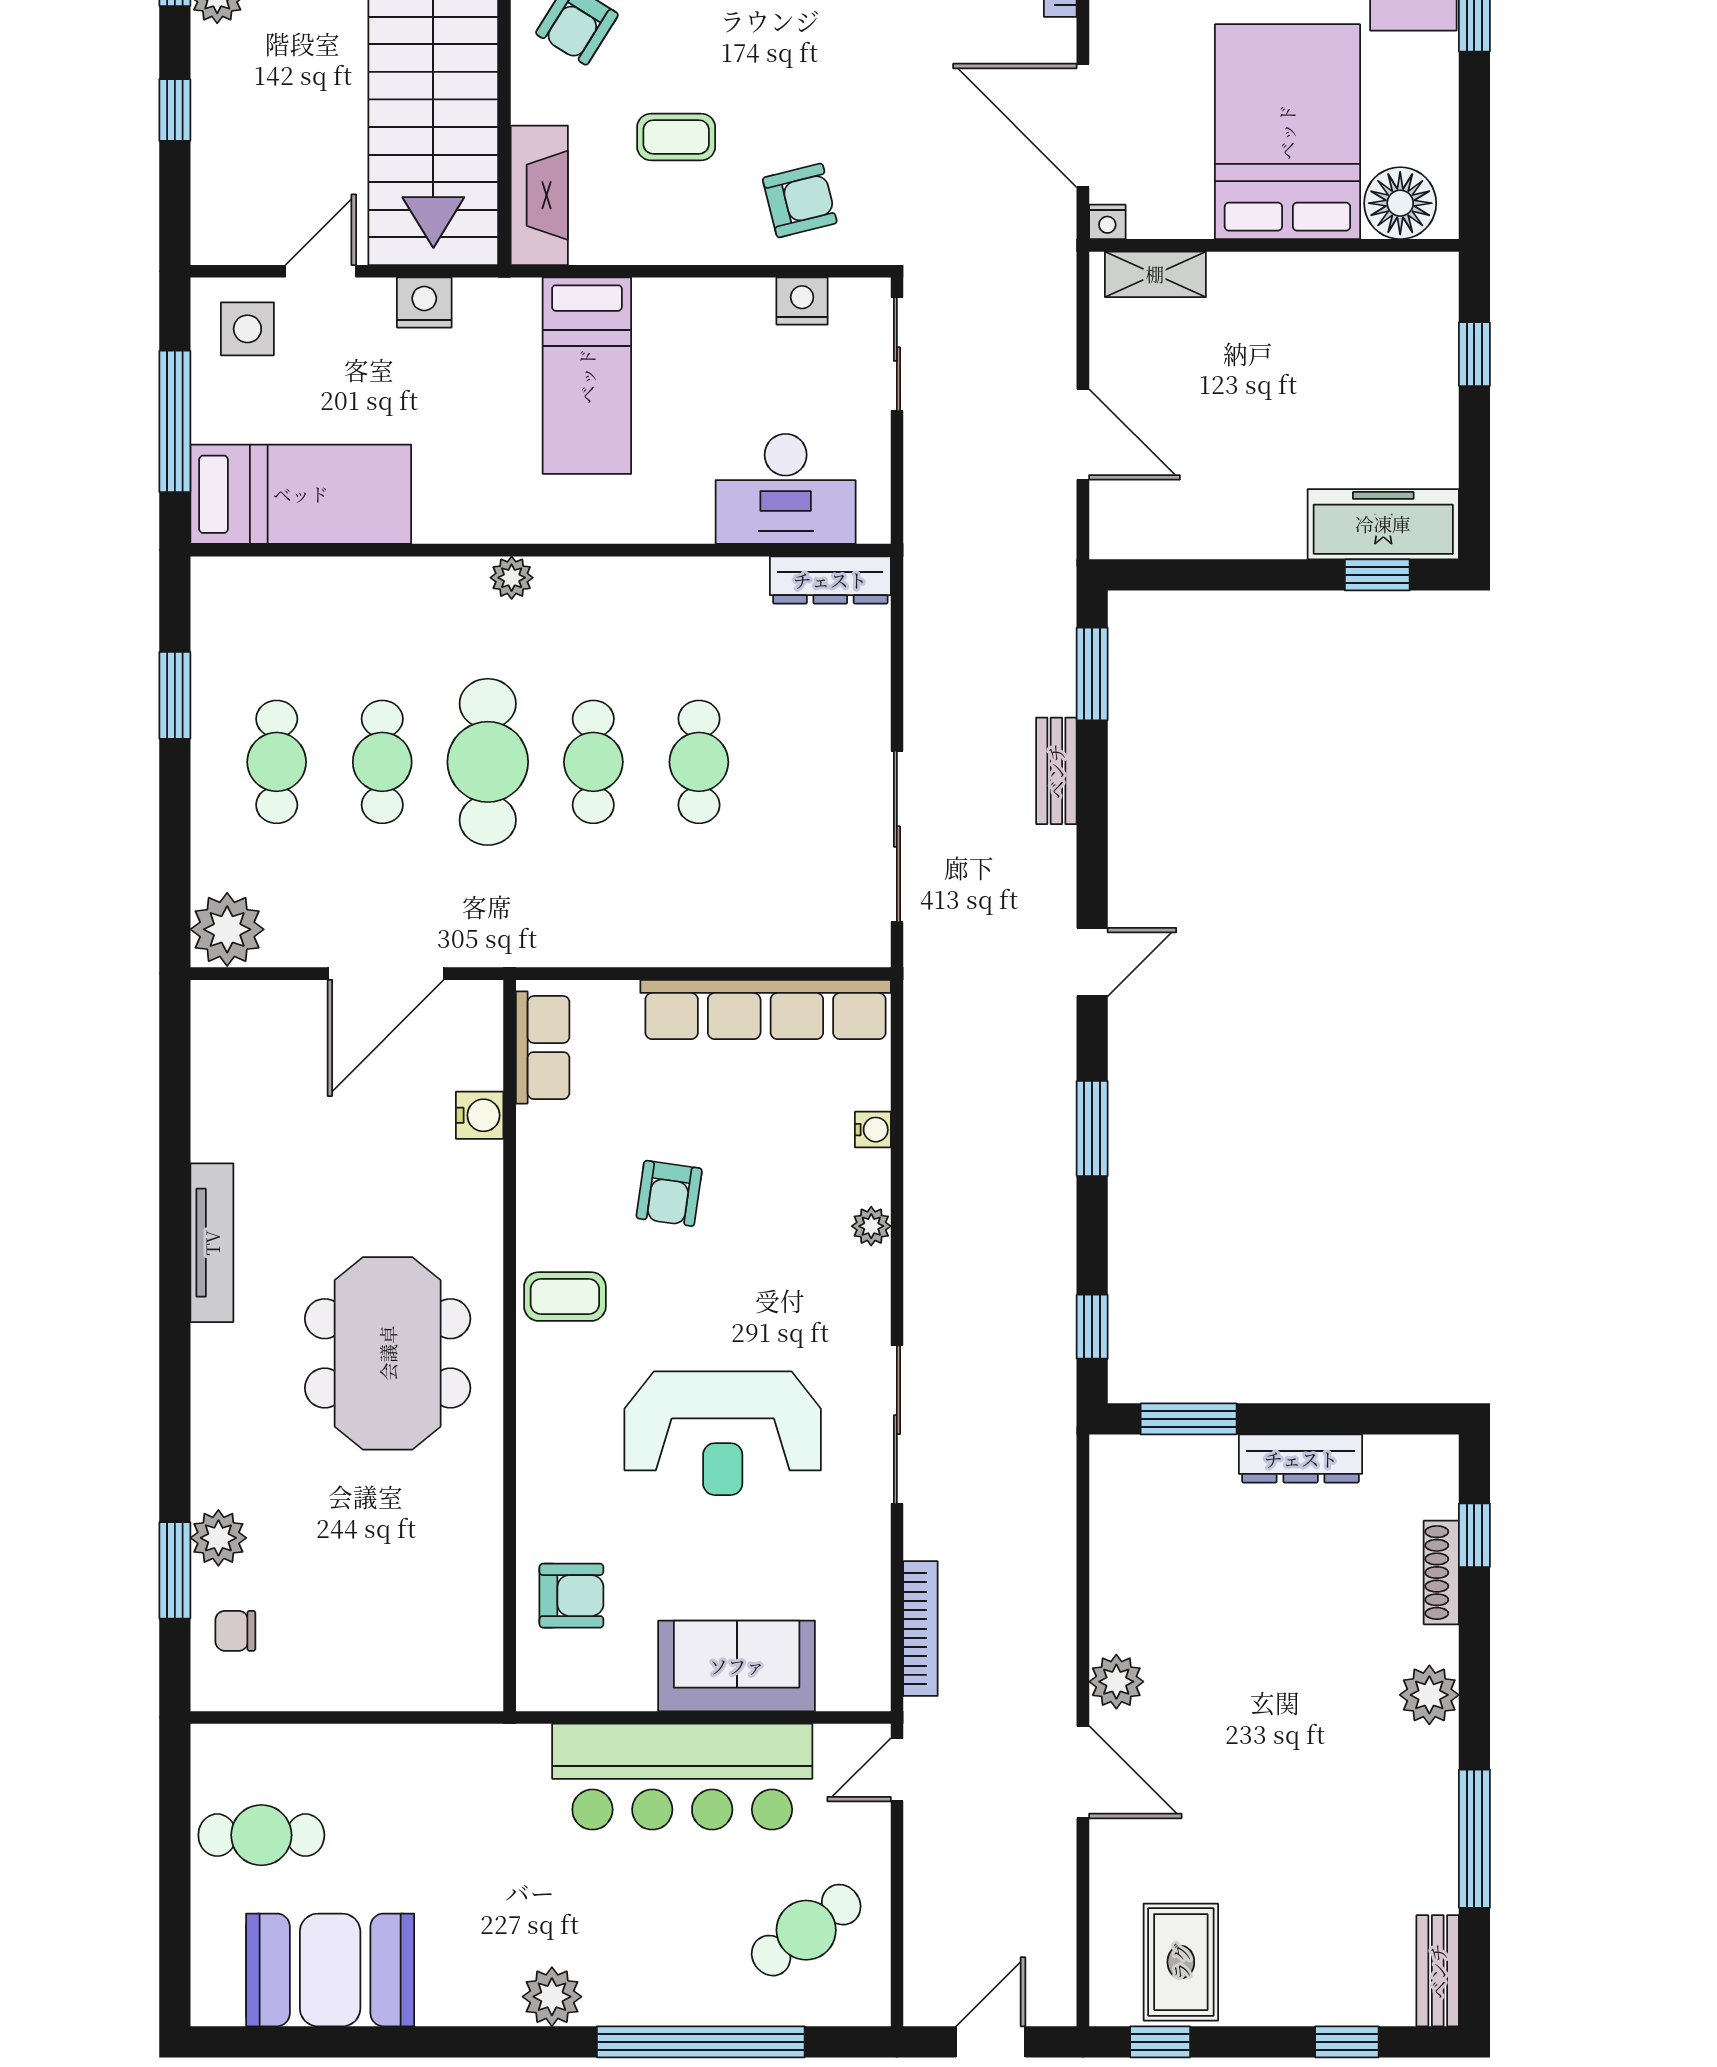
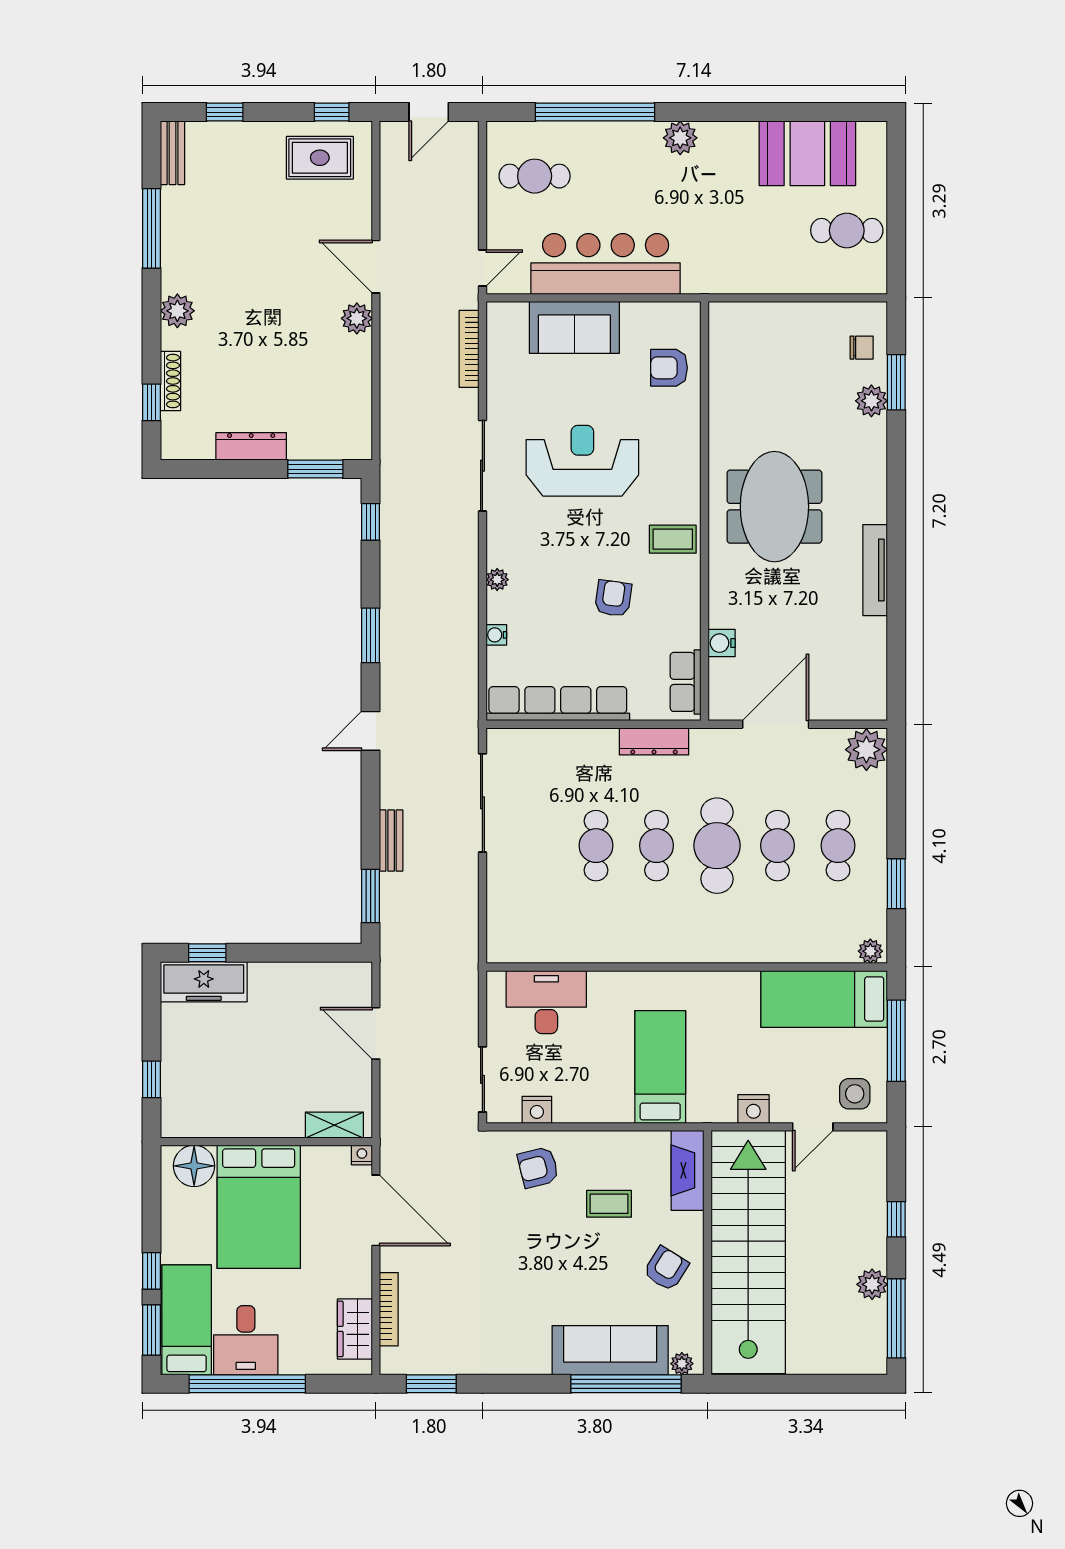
plant: (512, 578) -> (870, 951), moved
dresser: (830, 580) -> (654, 741), moved, turned 180
cafe table: (806, 1930) -> (535, 176), turned 36
rug: (1181, 1962) -> (320, 158), turned 90

